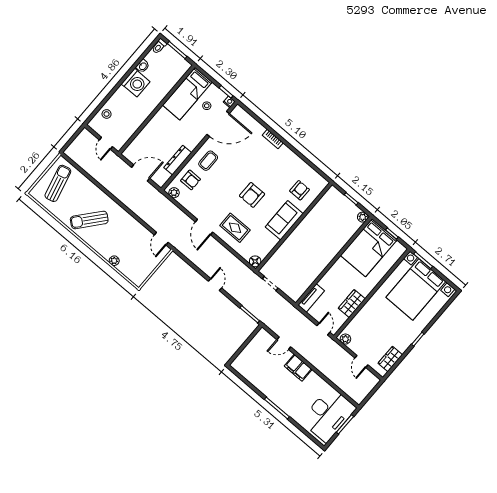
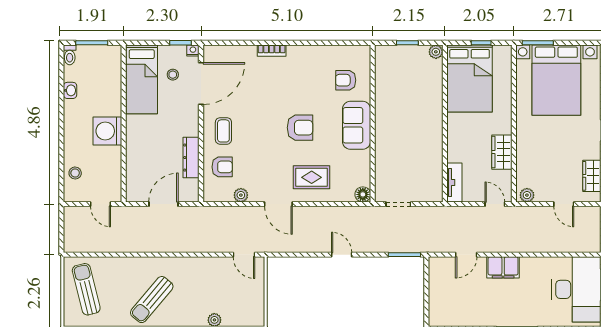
washing machine: (136, 83) -> (107, 131), moved, turned 180
armchair: (300, 190) -> (346, 80), turned -90
plant: (174, 193) -> (241, 195), moved
armchair: (252, 195) -> (300, 128), turned -90

